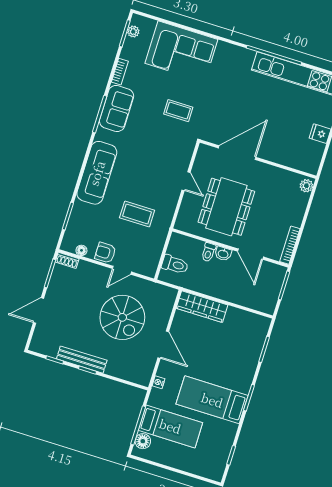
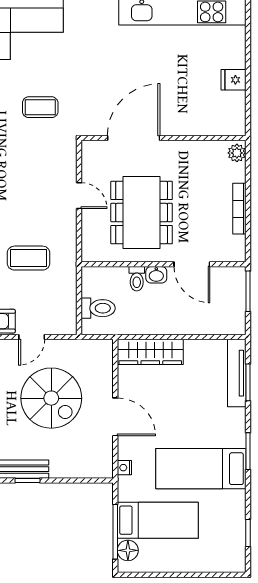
bookcase: (290, 245) -> (239, 209), moved
tv unit: (258, 340) -> (237, 373), added

